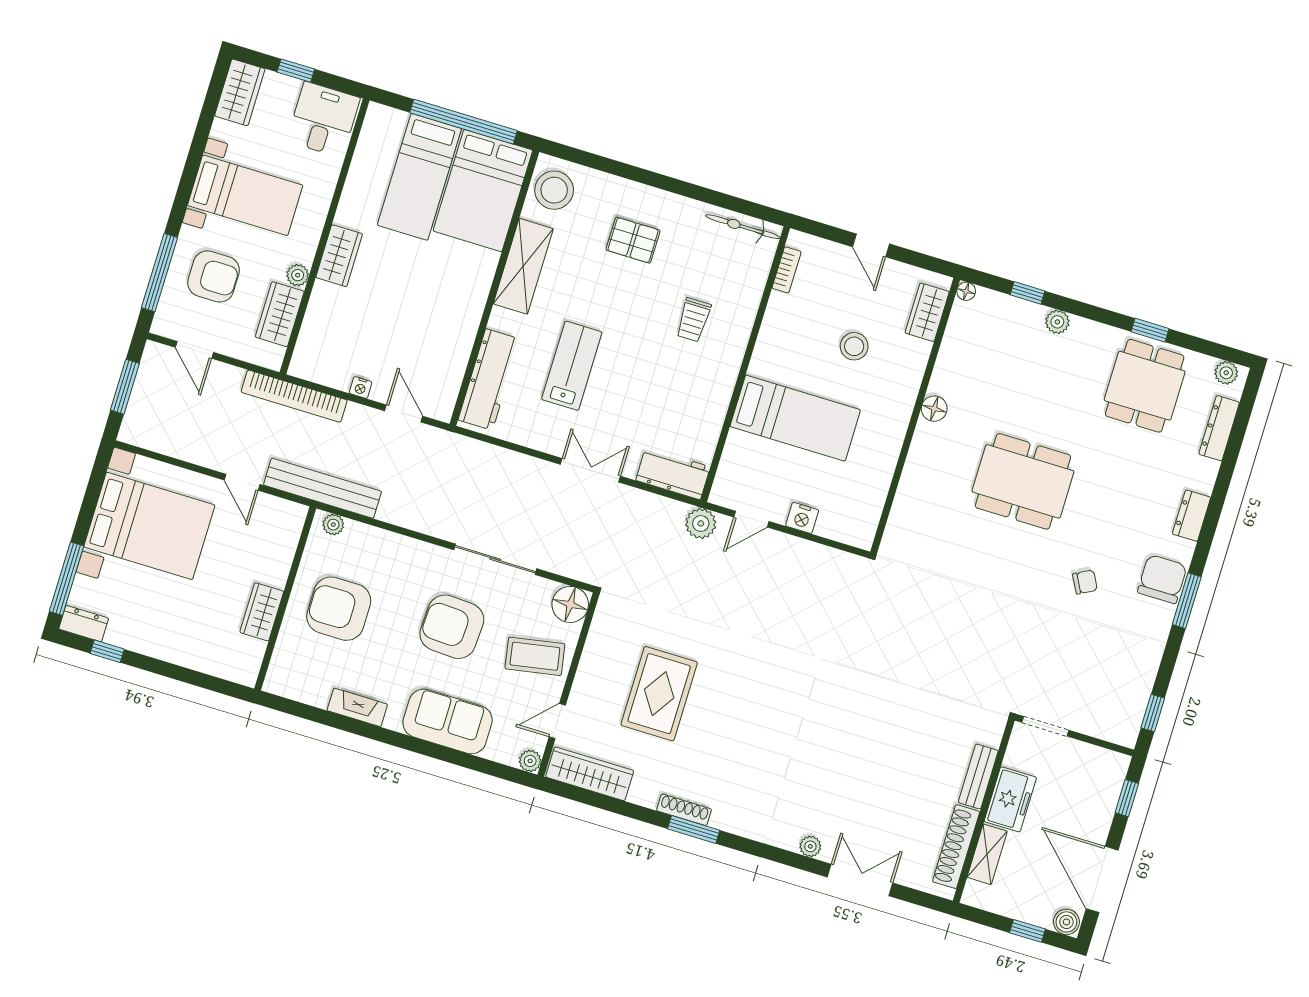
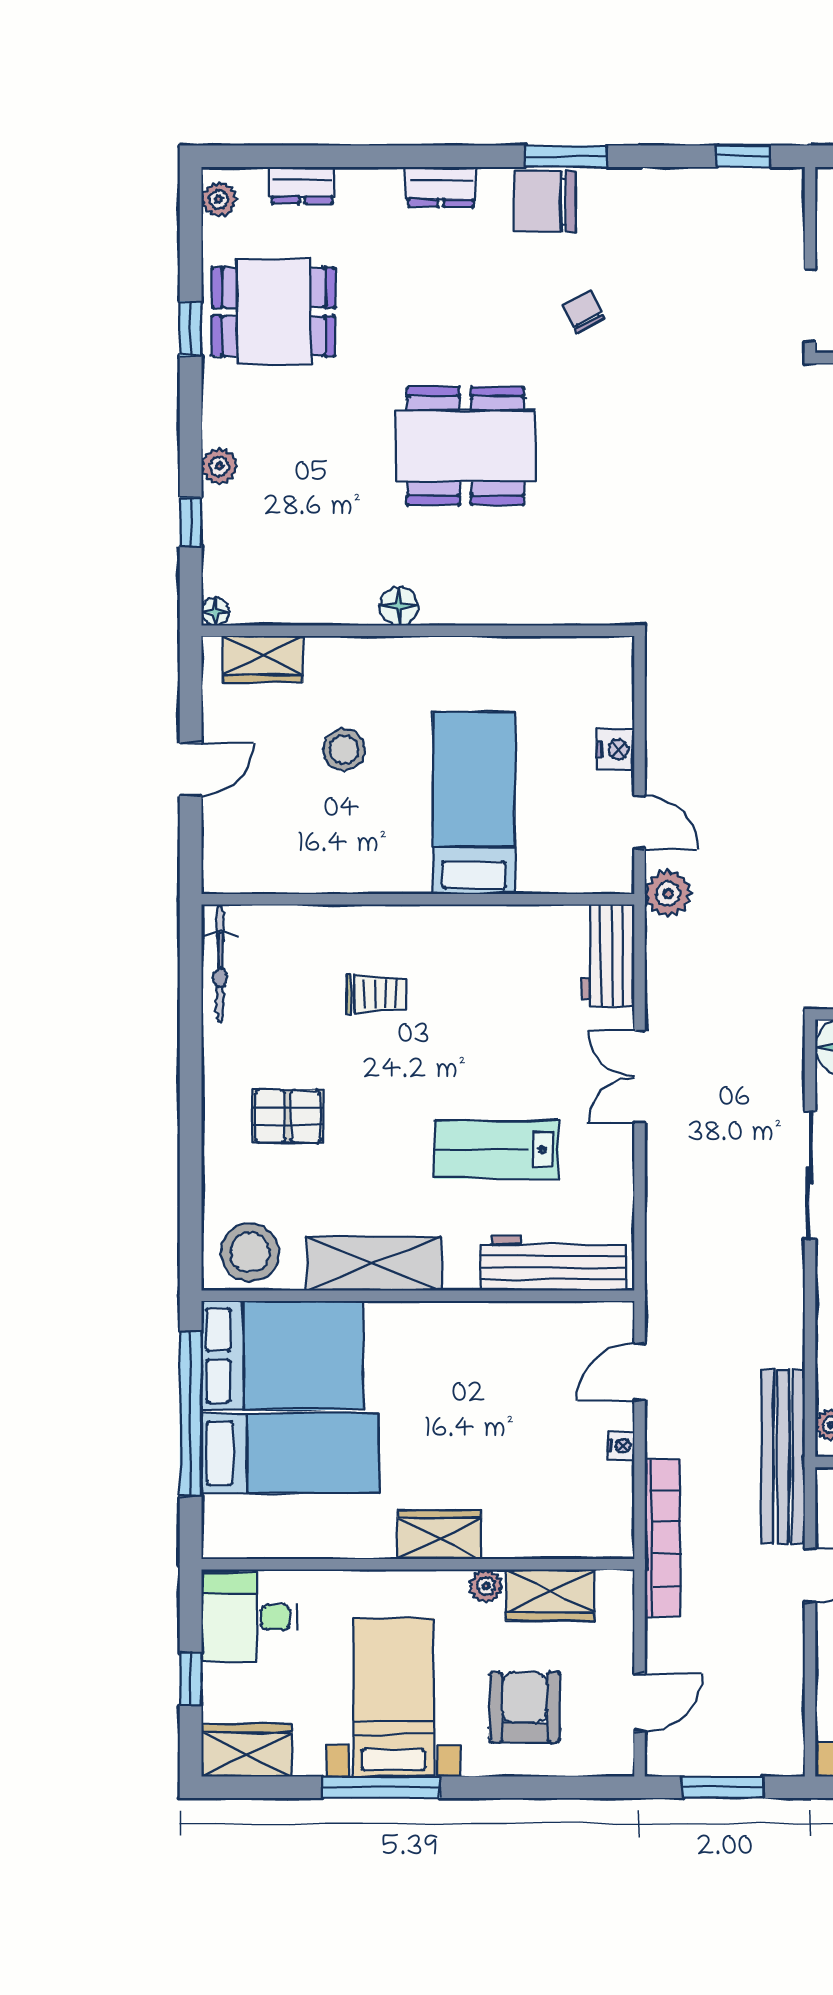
pallet: (633, 240) -> (288, 1116), turned 90
bookcase: (787, 270) -> (263, 881), removed
window: (160, 273) -> (381, 1787), moved
dresser: (1219, 428) -> (302, 185), width x0.70
dining table: (1023, 481) -> (465, 446), turned 90

